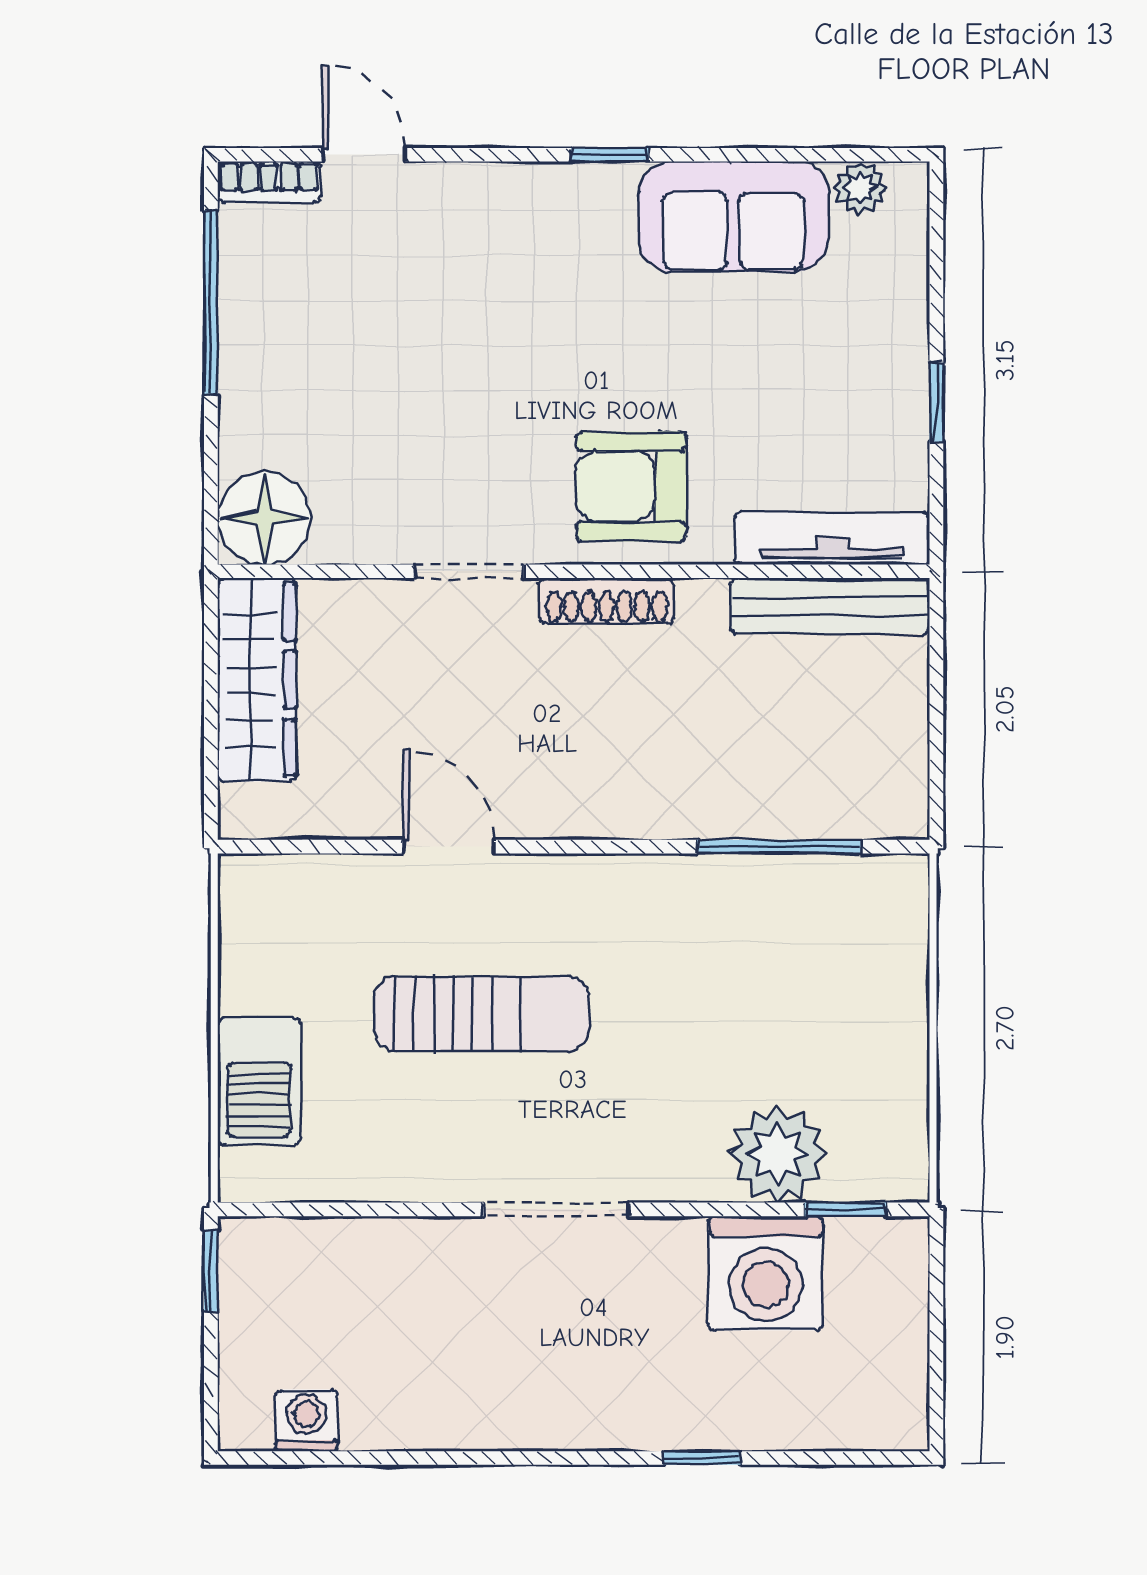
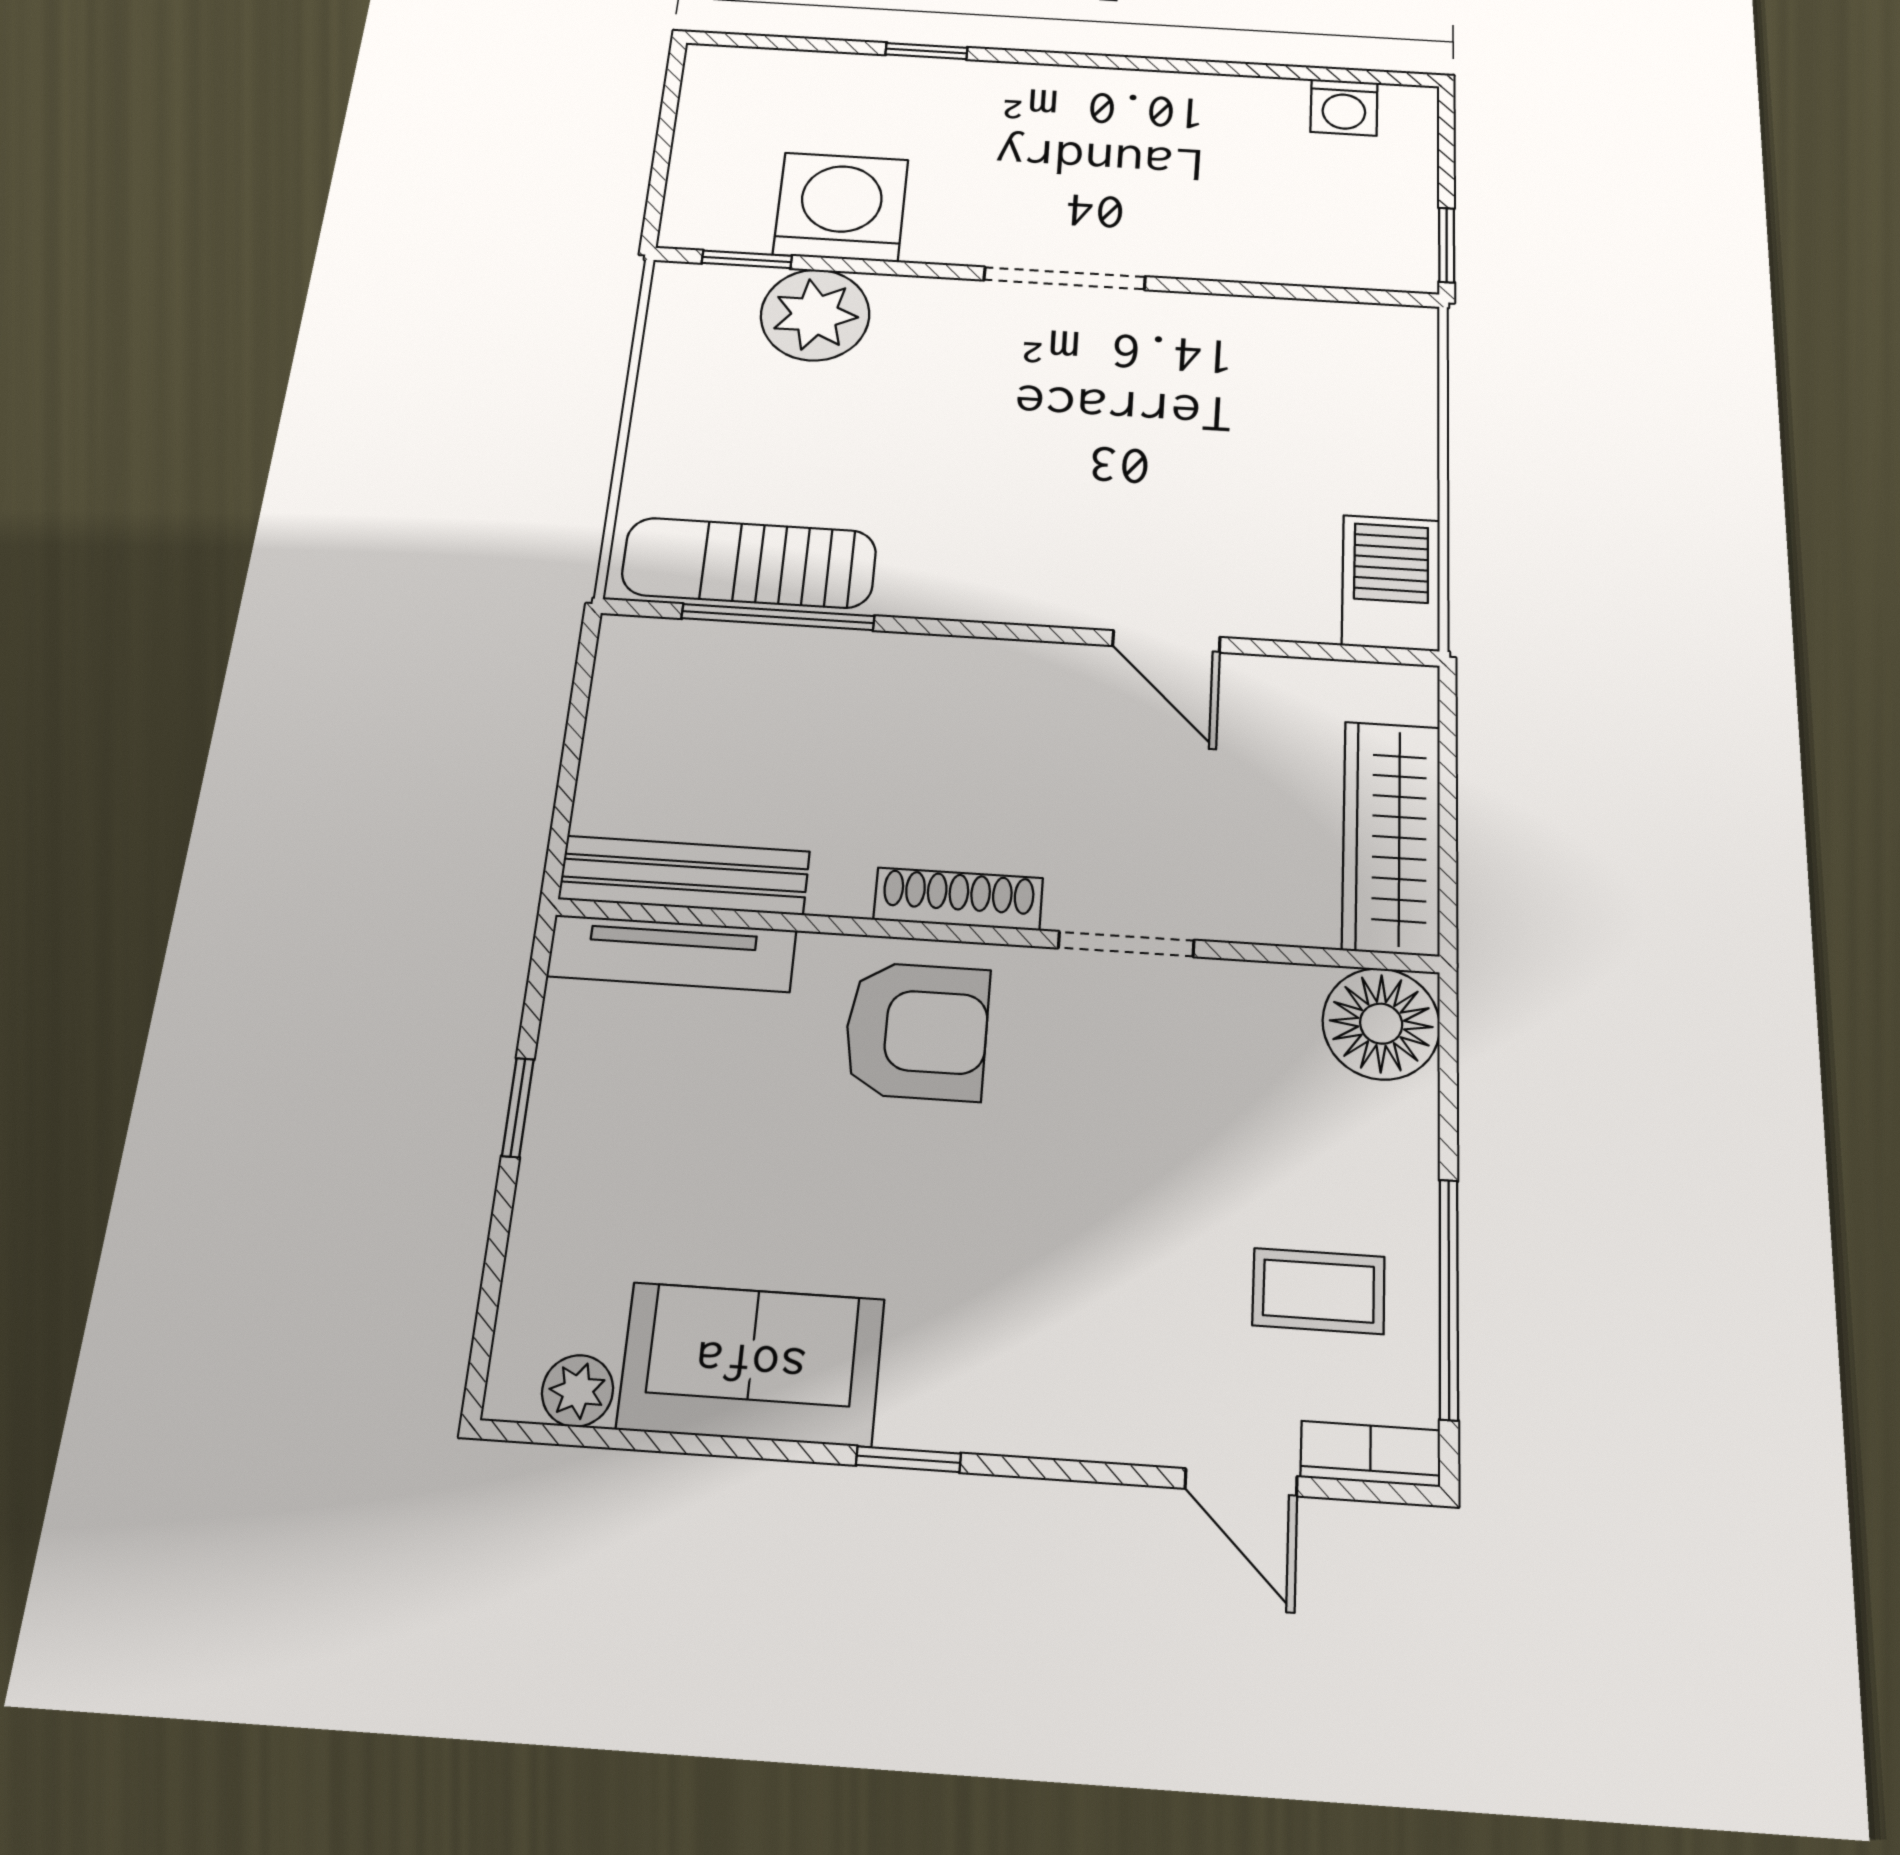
coffee table: (310, 301) -> (1319, 1291), added
sun lounger: (482, 1014) -> (749, 563), moved
barbecue: (259, 1081) -> (1391, 583), moved

